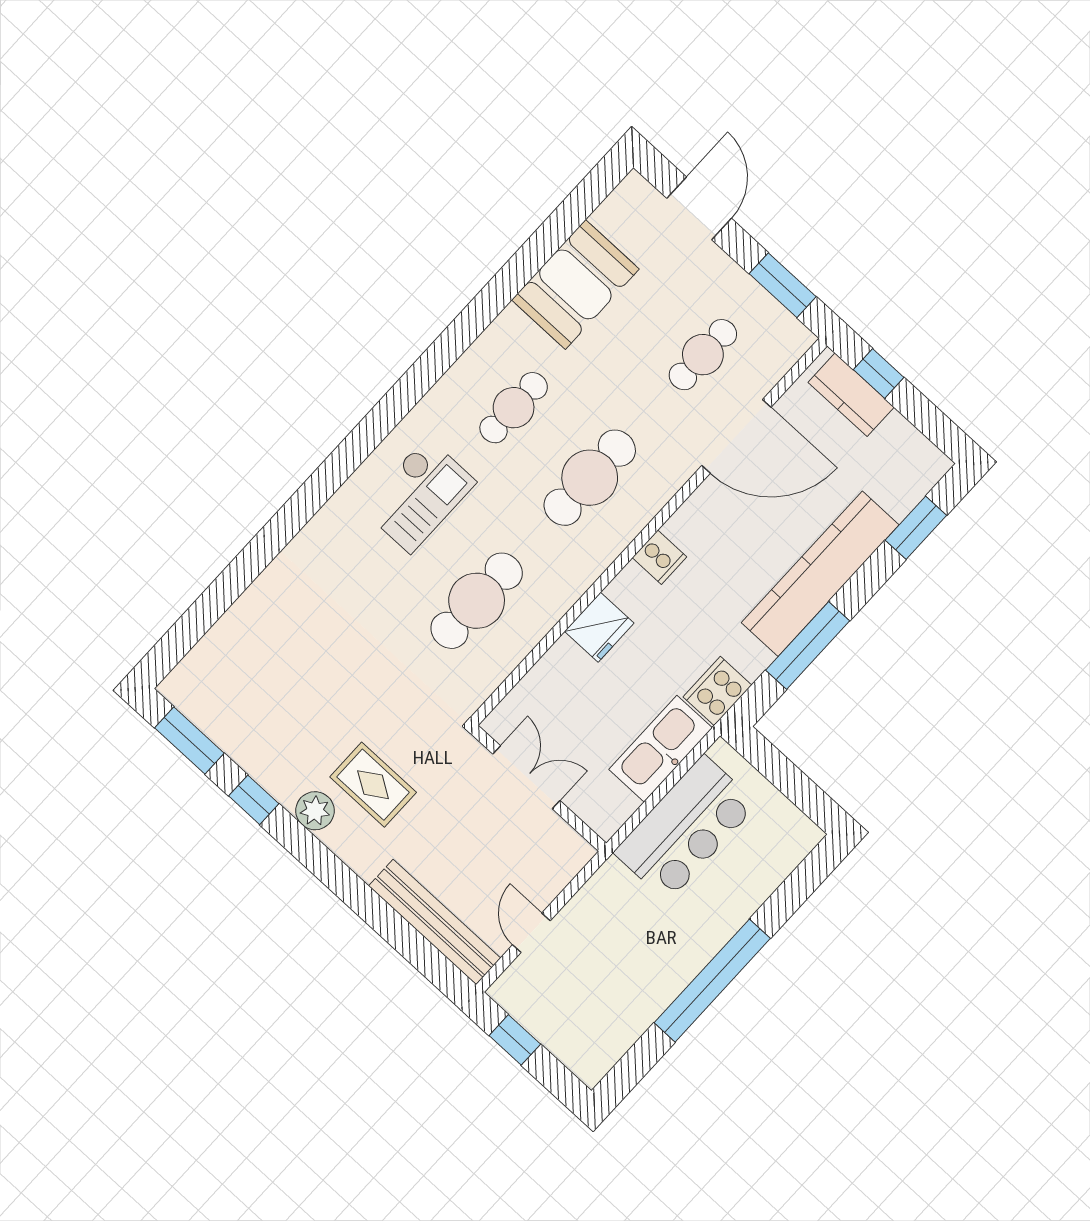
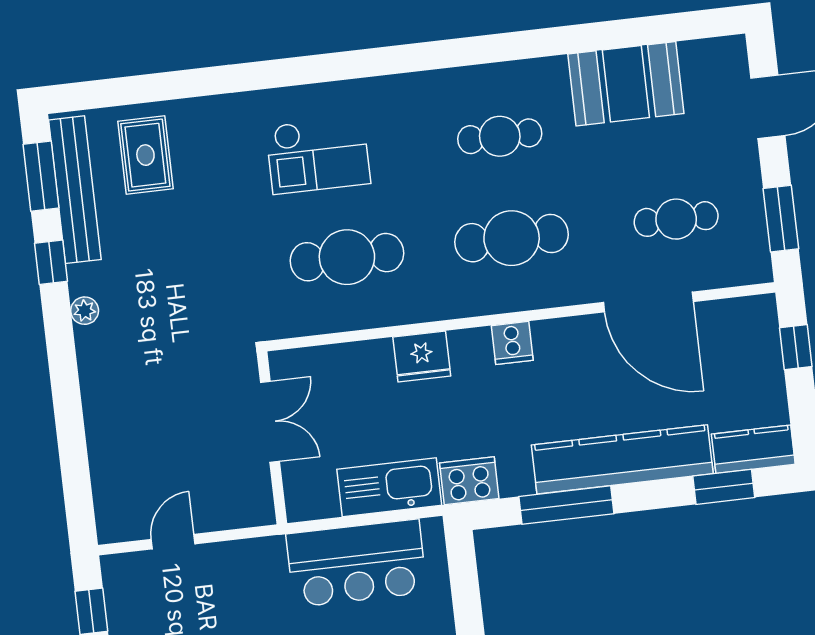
kitchen counter: (851, 395) -> (753, 449), moved, turned 90
checkout: (418, 495) -> (318, 155), moved
rug: (373, 785) -> (145, 155), moved
plant: (315, 811) -> (85, 311), width x0.73, depth x0.73
bench: (435, 922) -> (75, 190), moved

